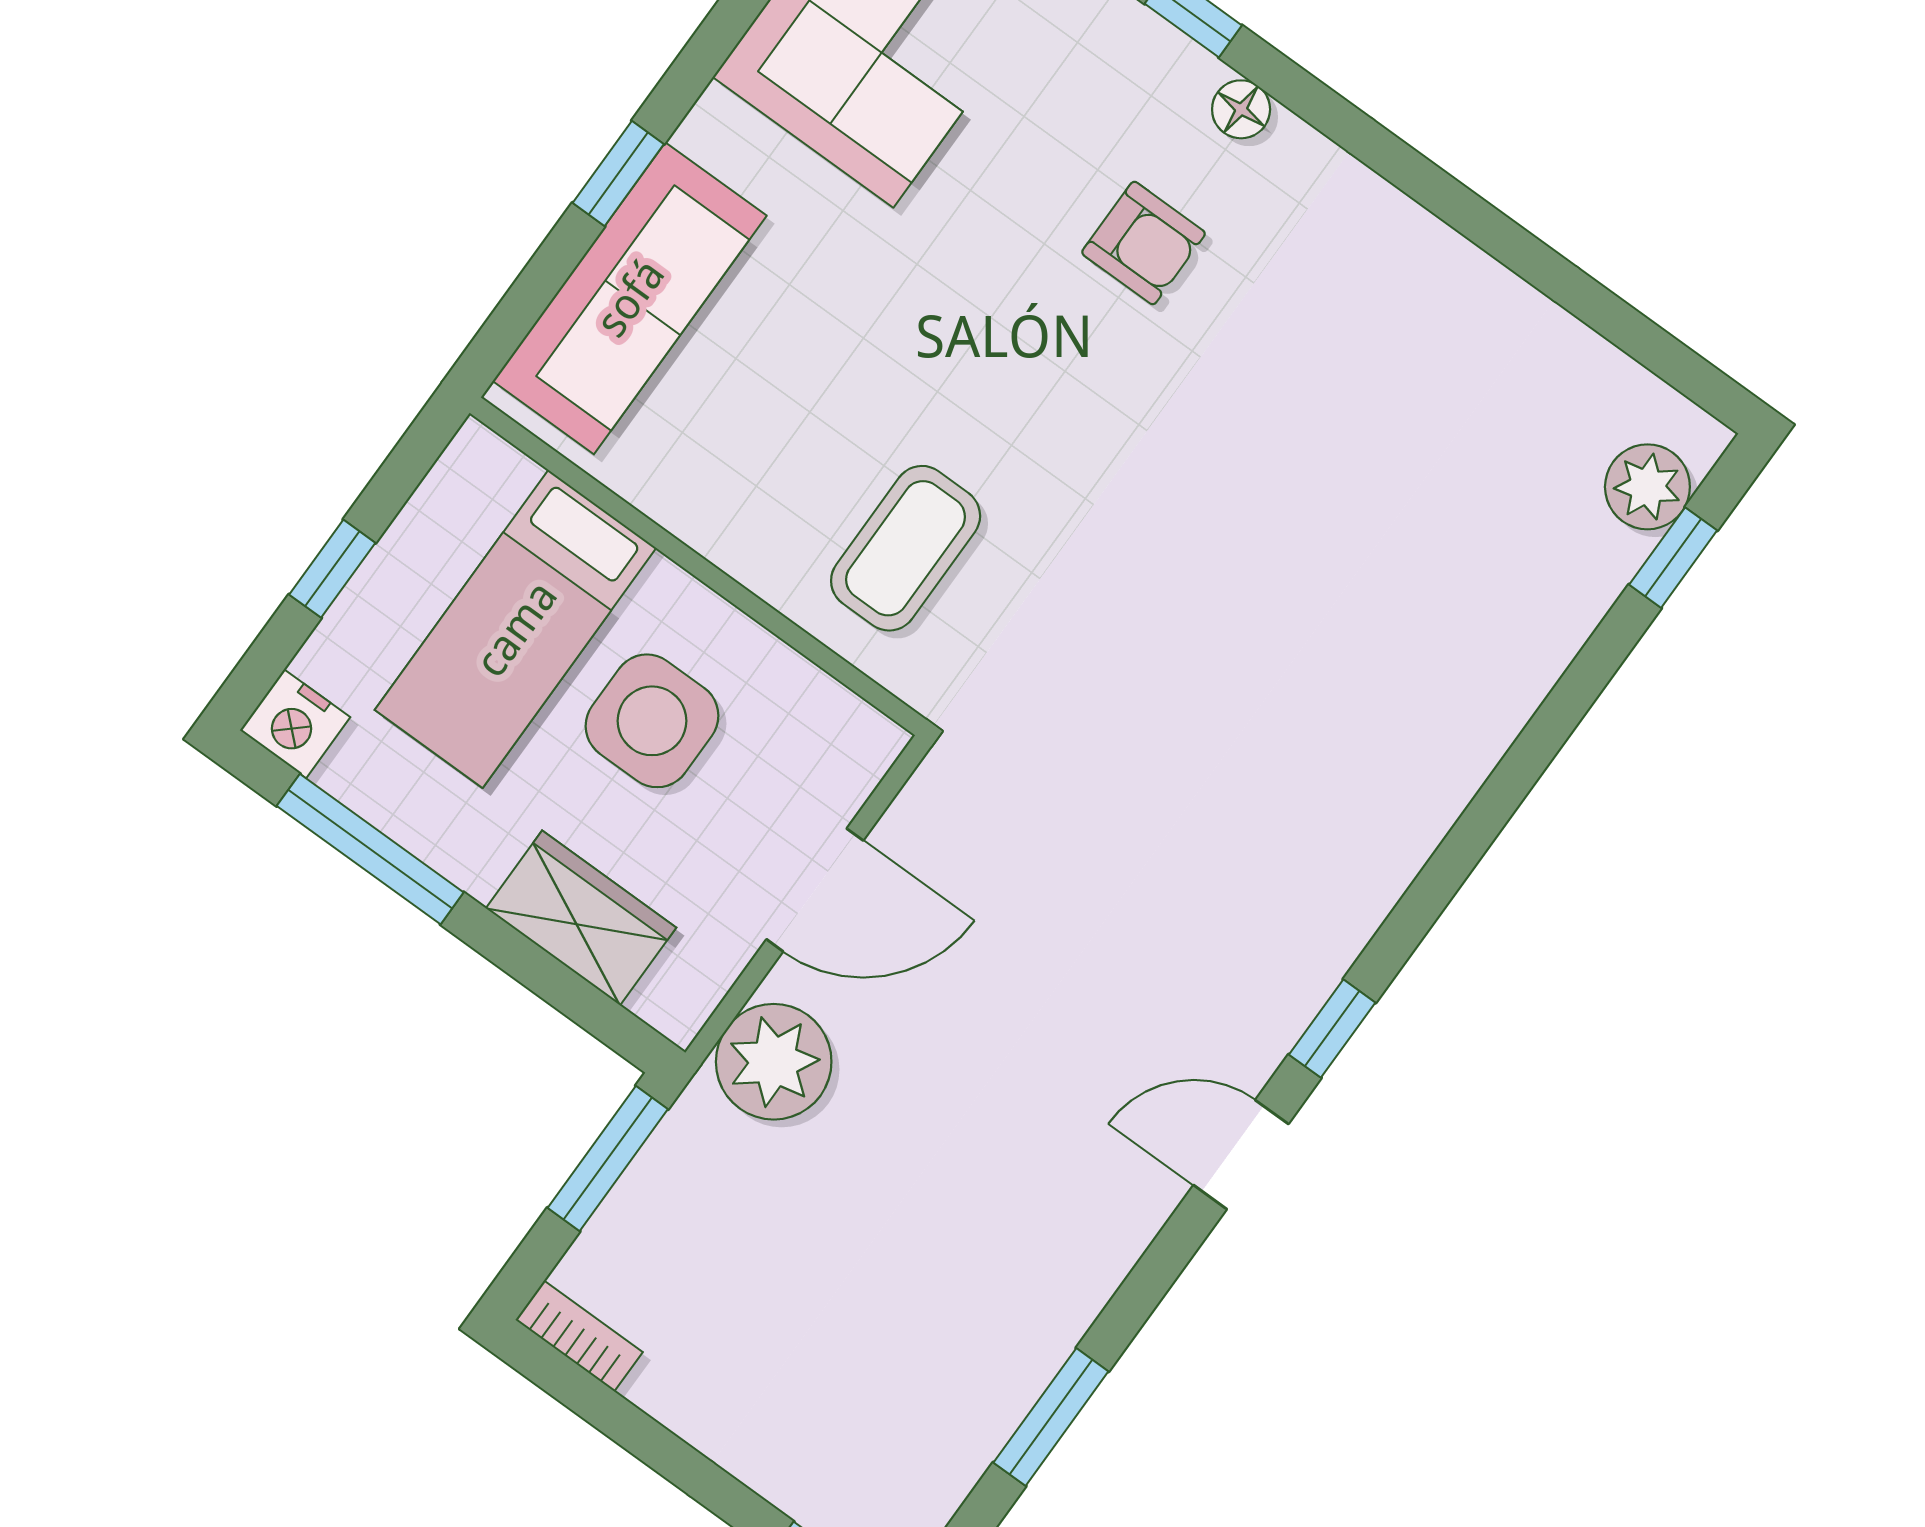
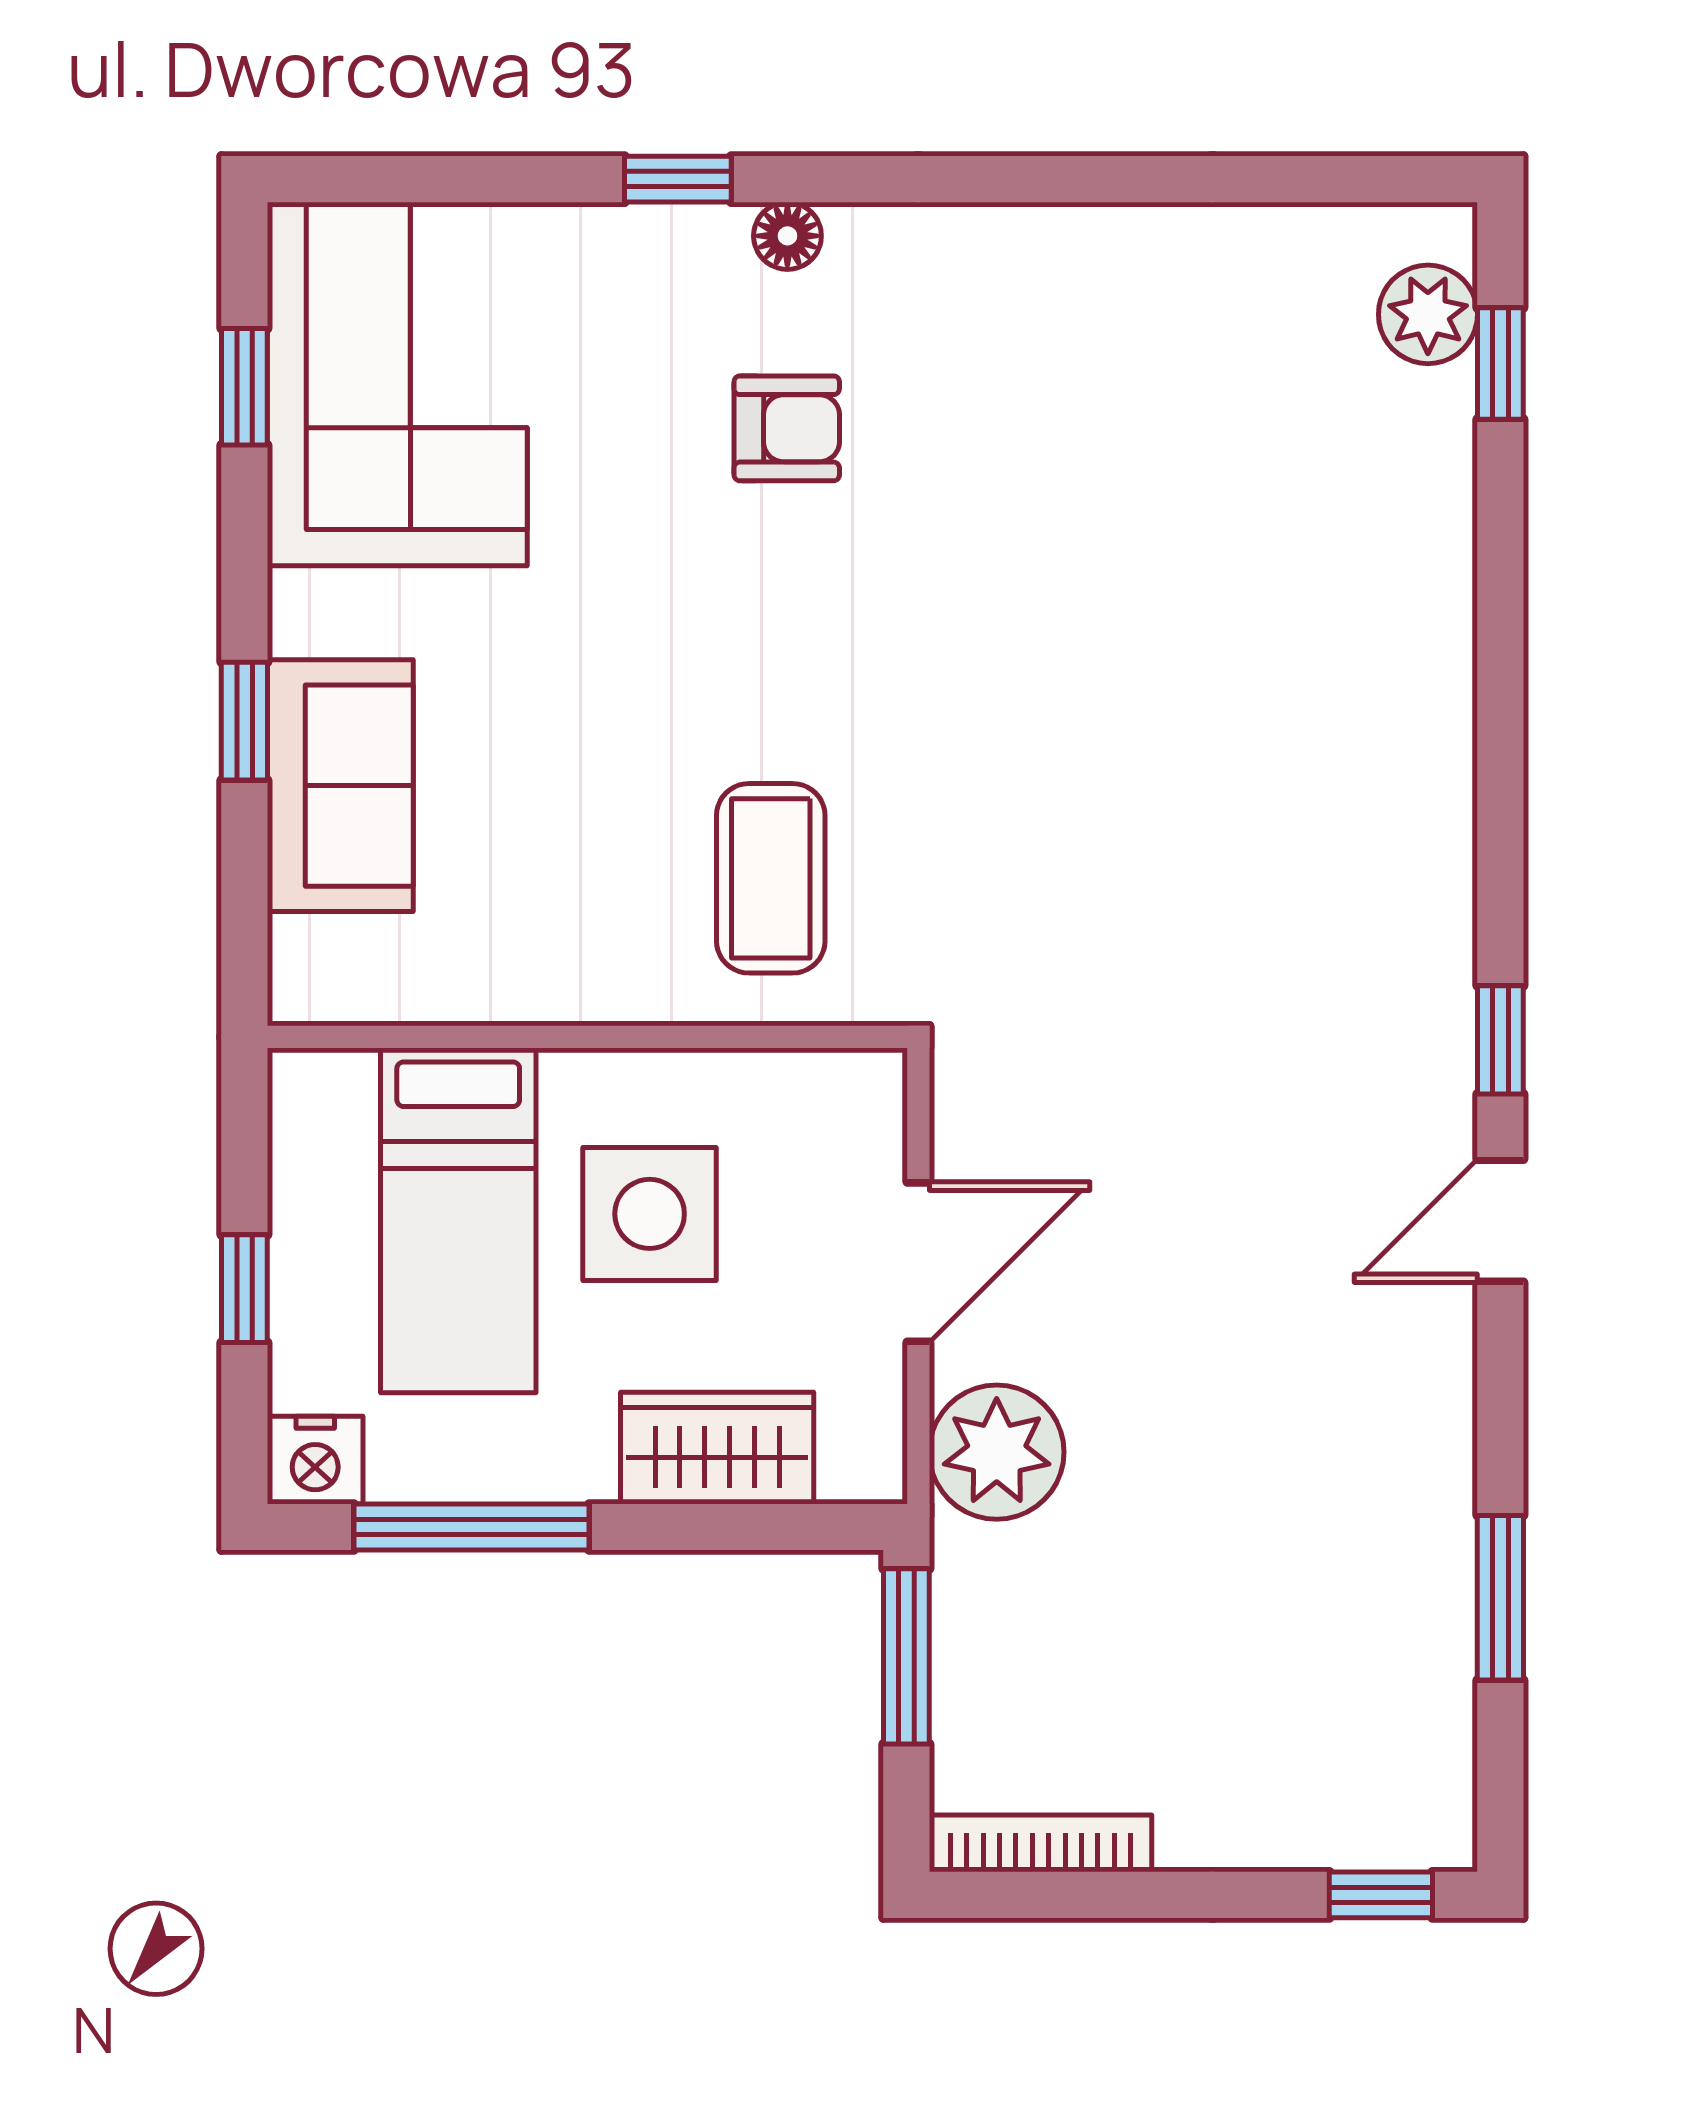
sofa: (630, 298) -> (340, 786), width x0.73
bookcase: (579, 1336) -> (1040, 1843), width x1.56

